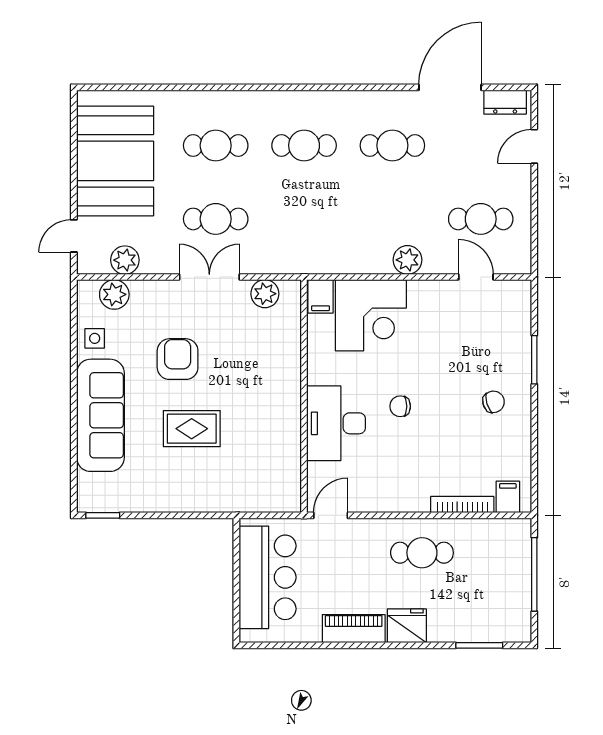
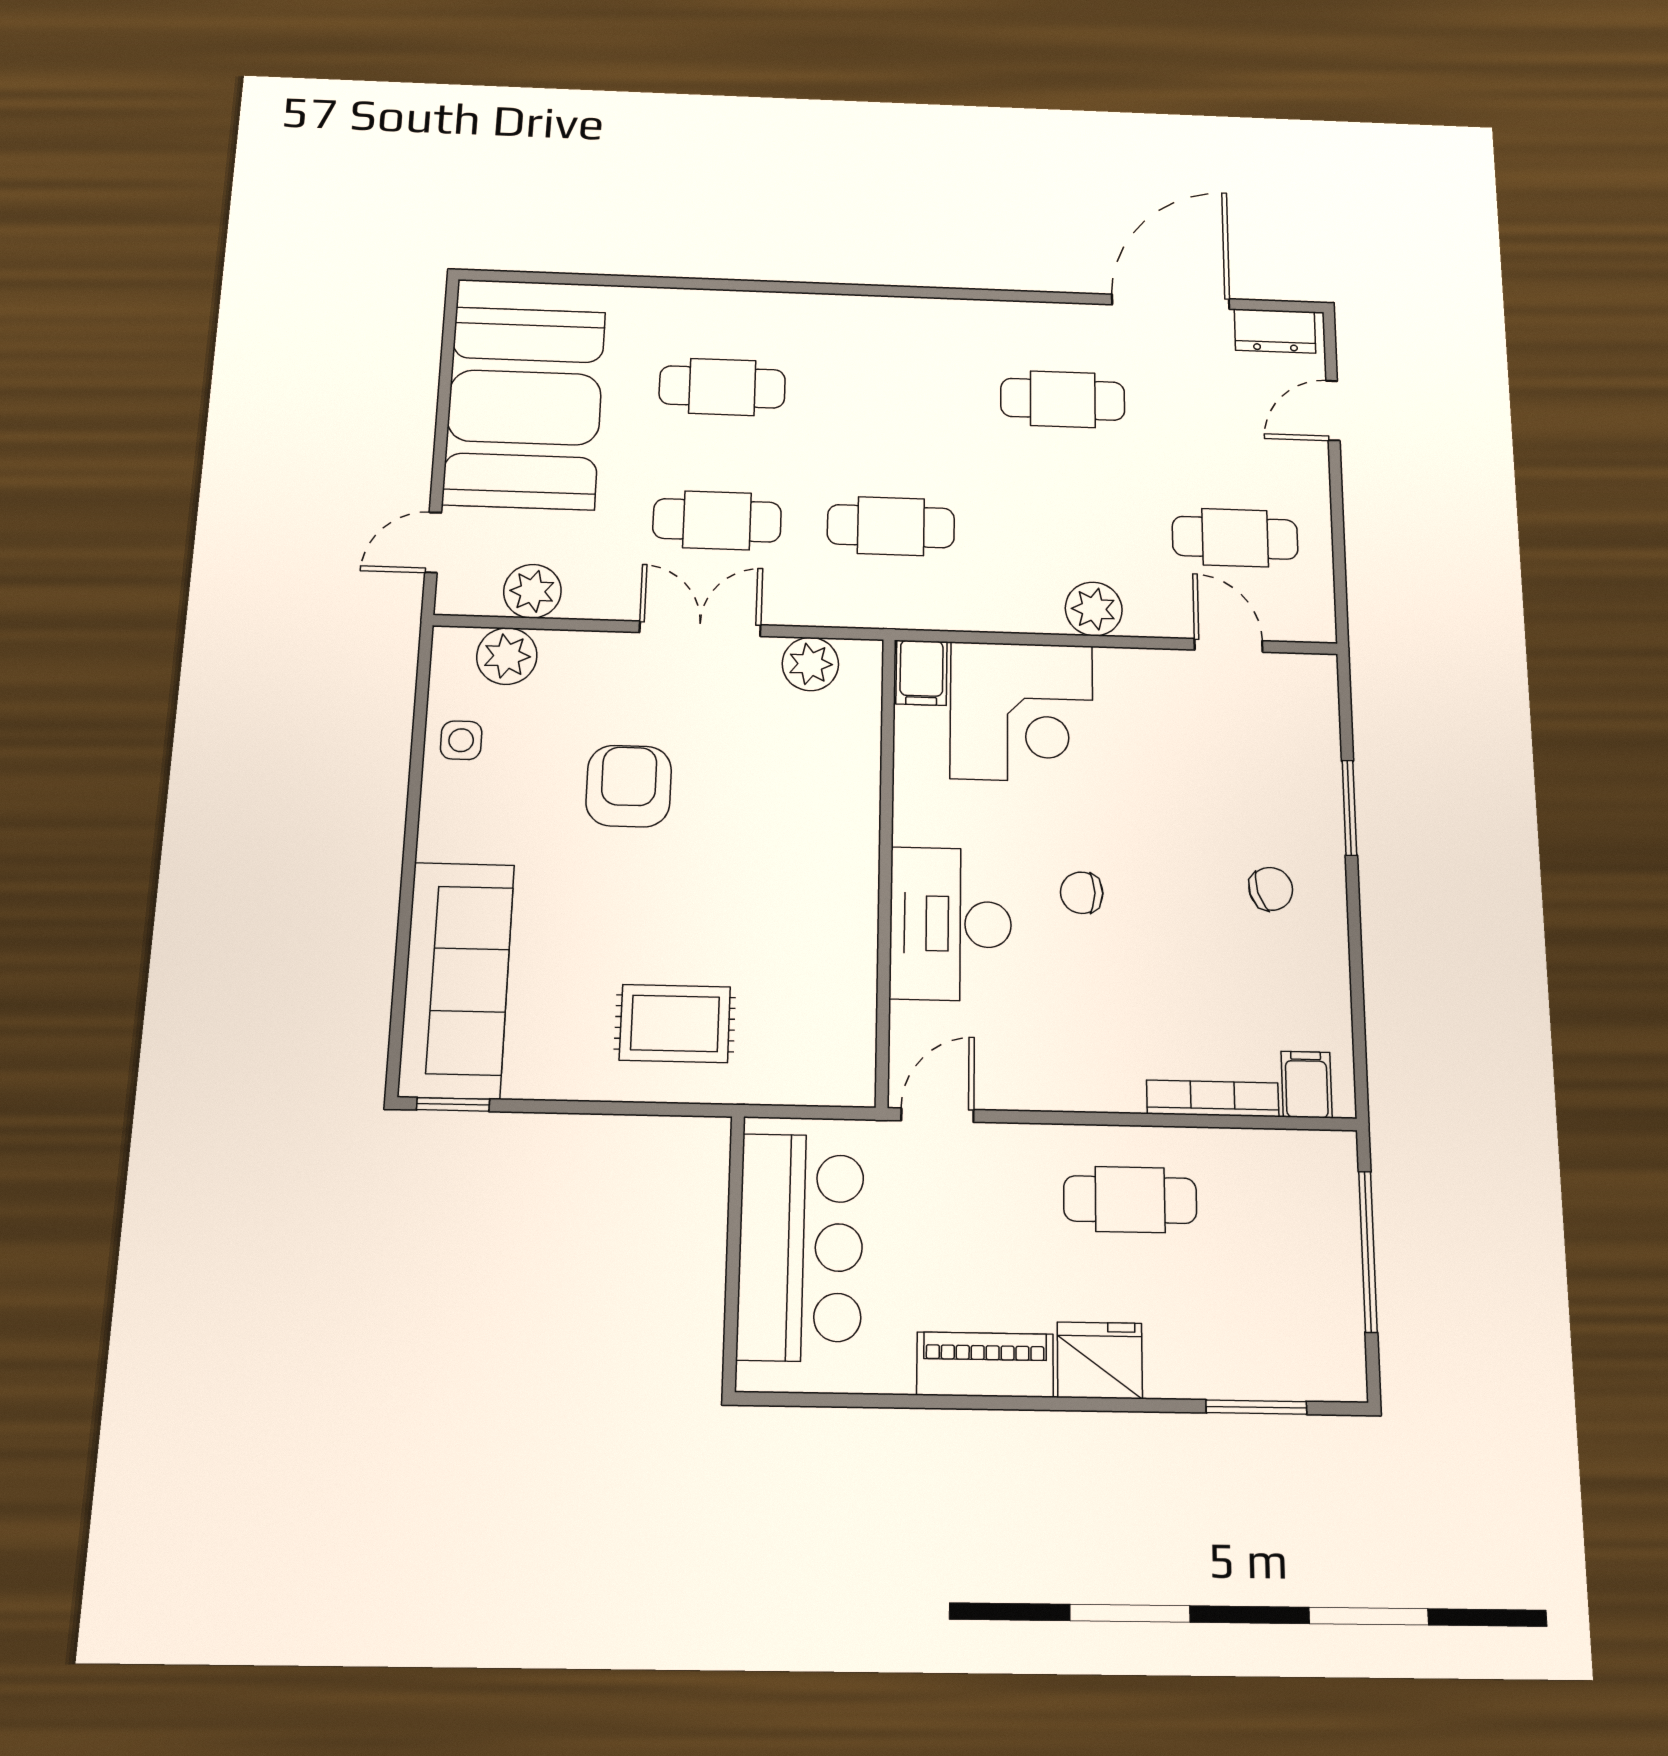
cafe table: (304, 145) -> (891, 526), moved
sofa: (100, 415) -> (457, 980), moved
rug: (192, 429) -> (675, 1023), moved

